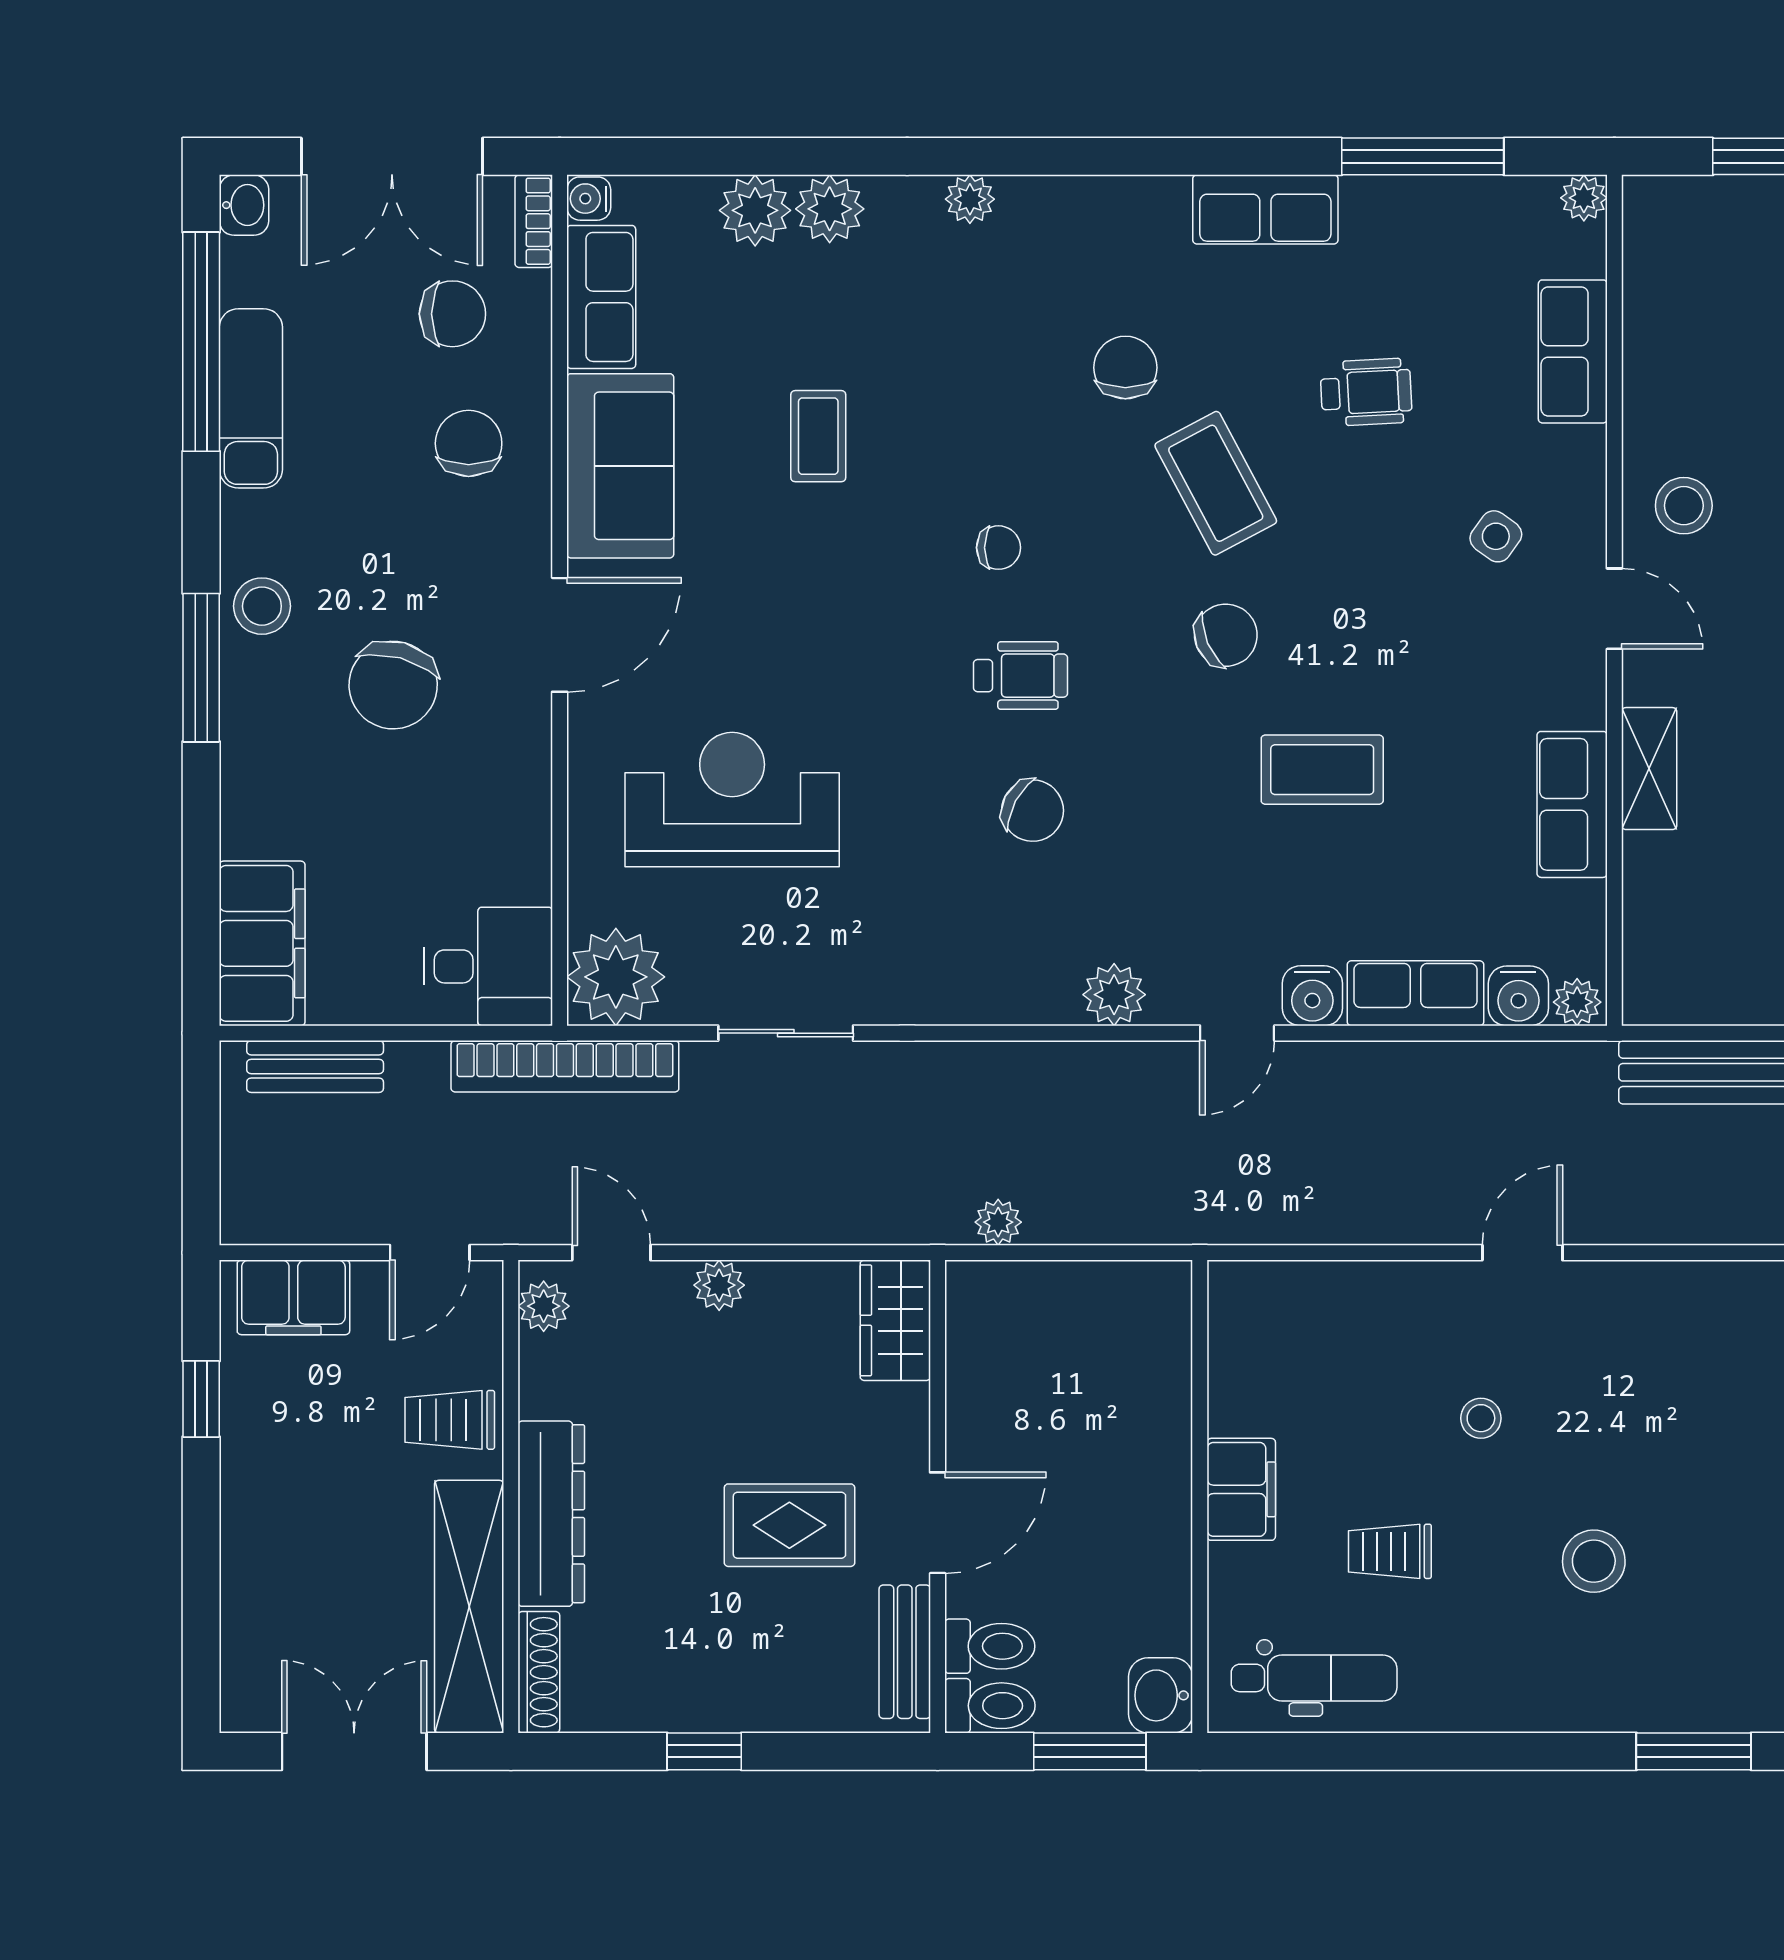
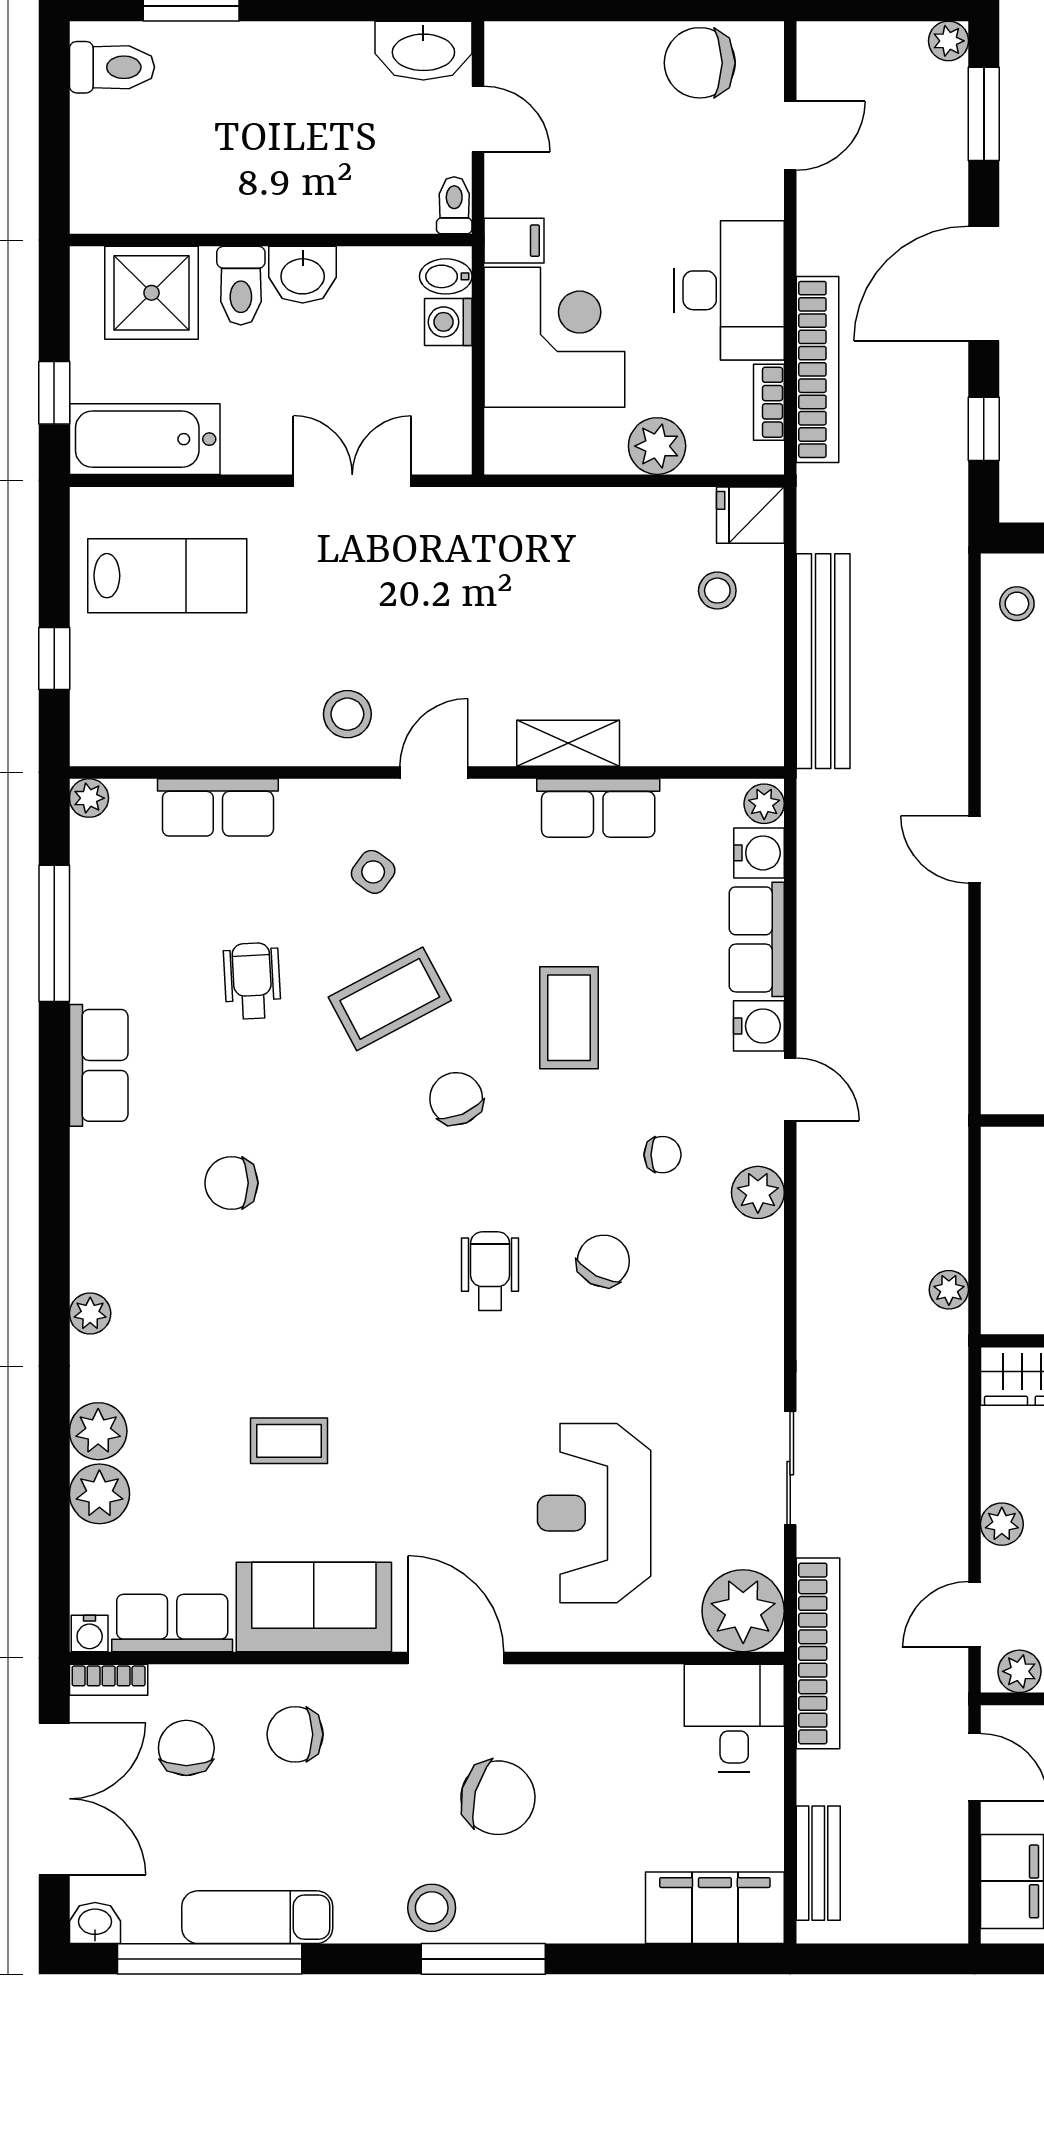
coffee table: (1216, 483) -> (390, 999), moved
chair: (998, 548) -> (663, 1155), moved, turned 90

